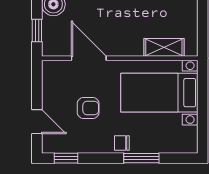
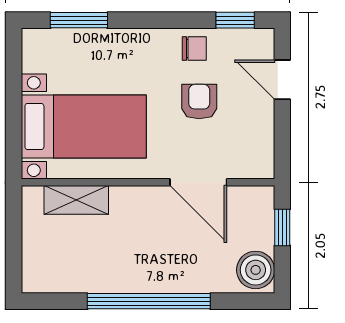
armchair: (88, 108) -> (199, 102), turned 90
chair: (122, 143) -> (194, 49), moved
window: (141, 158) -> (79, 20), moved

